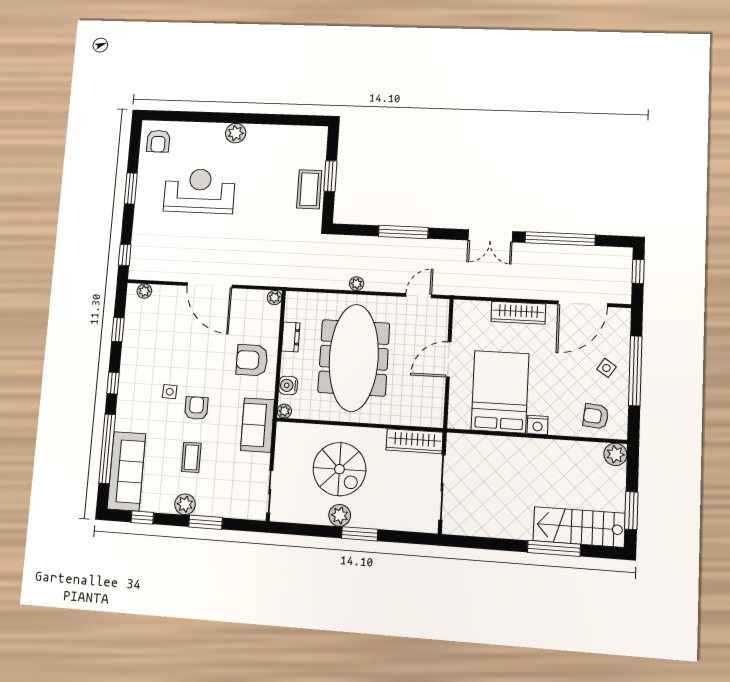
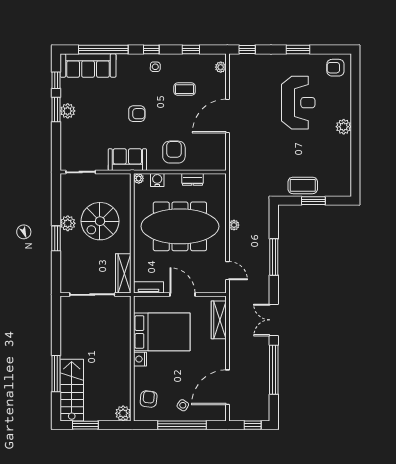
plant: (275, 298) -> (221, 165), removed
door: (583, 304) -> (227, 387), hinge flipped
wardrobe: (518, 313) -> (219, 320), moved
side table: (170, 392) -> (155, 67), moved
tv unit: (436, 407) -> (148, 287), added
coffee table: (191, 457) -> (185, 89), moved
window: (206, 522) -> (56, 110), moved

